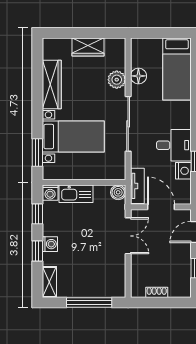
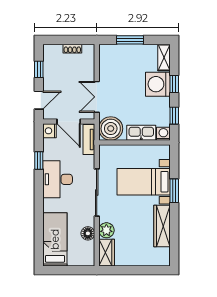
wardrobe: (88, 47) -> (107, 253), moved, turned 90
desk: (174, 145) -> (58, 179), width x1.37
window: (37, 153) -> (174, 191), moved
nightstand: (183, 171) -> (50, 131), moved
boiler: (118, 192) -> (111, 129), width x1.86, depth x1.86
washing machine: (50, 244) -> (158, 84), width x1.89, depth x1.89
window: (89, 303) -> (130, 40), width x0.69

